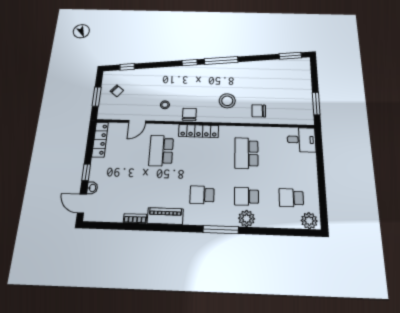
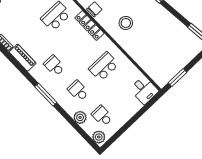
chair: (259, 111) -> (138, 48), removed
plant: (247, 219) -> (80, 117), moved

